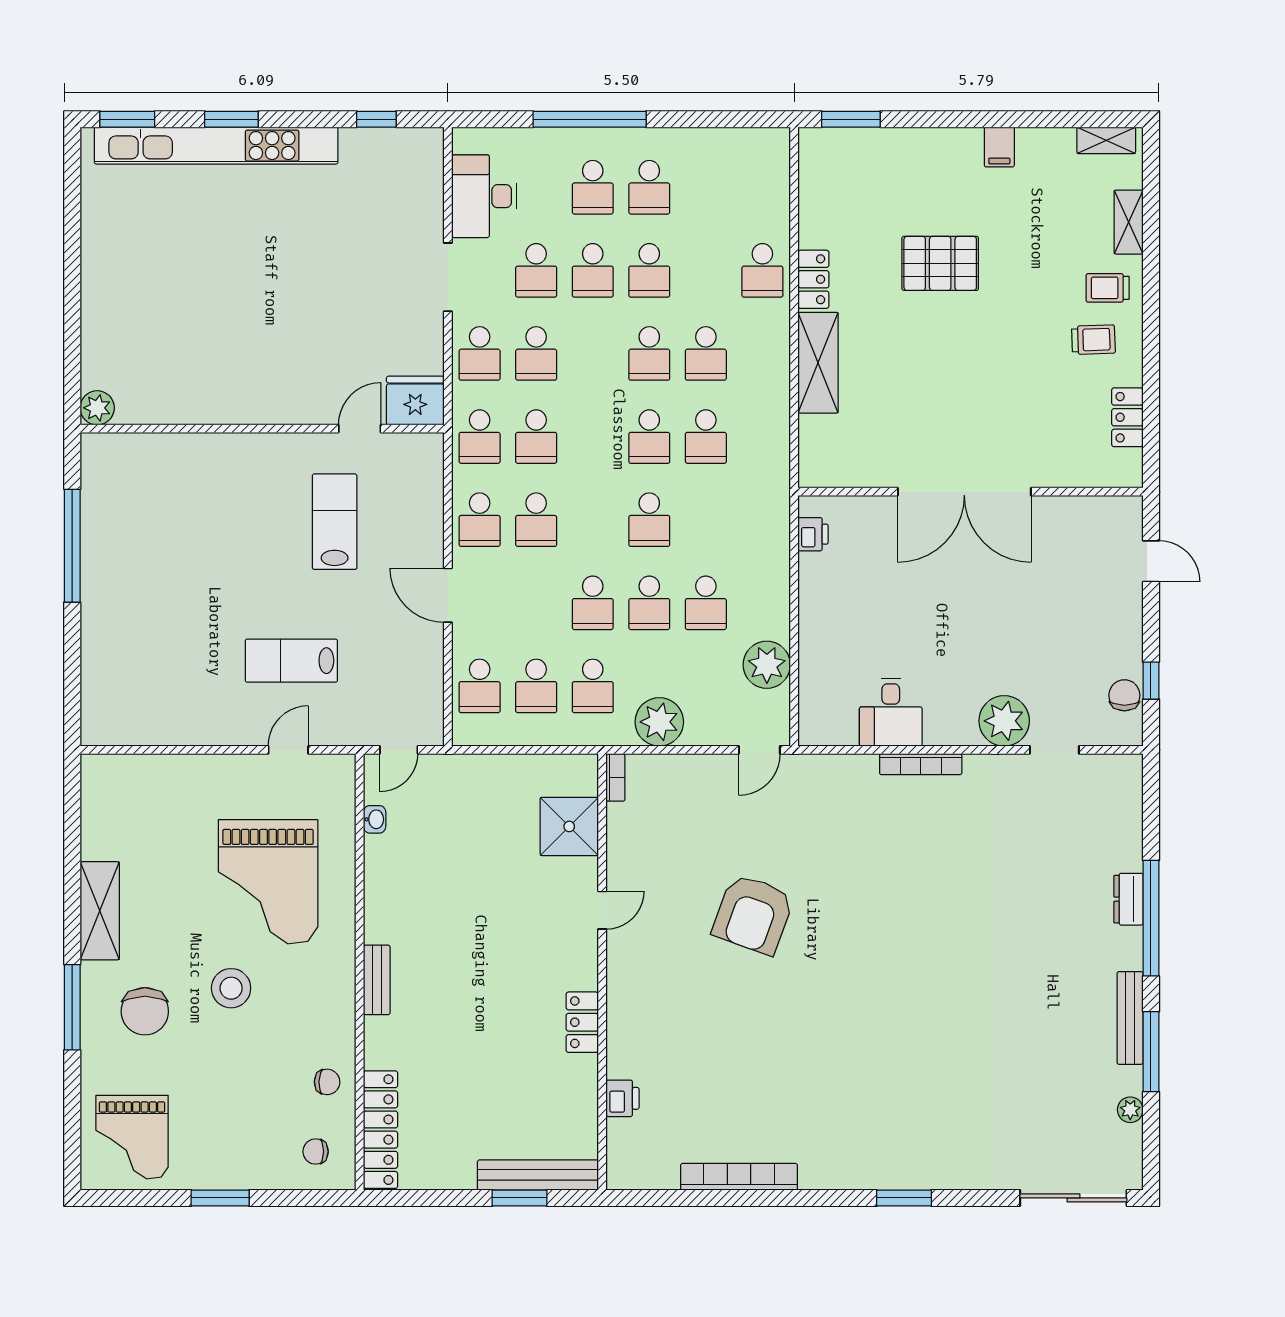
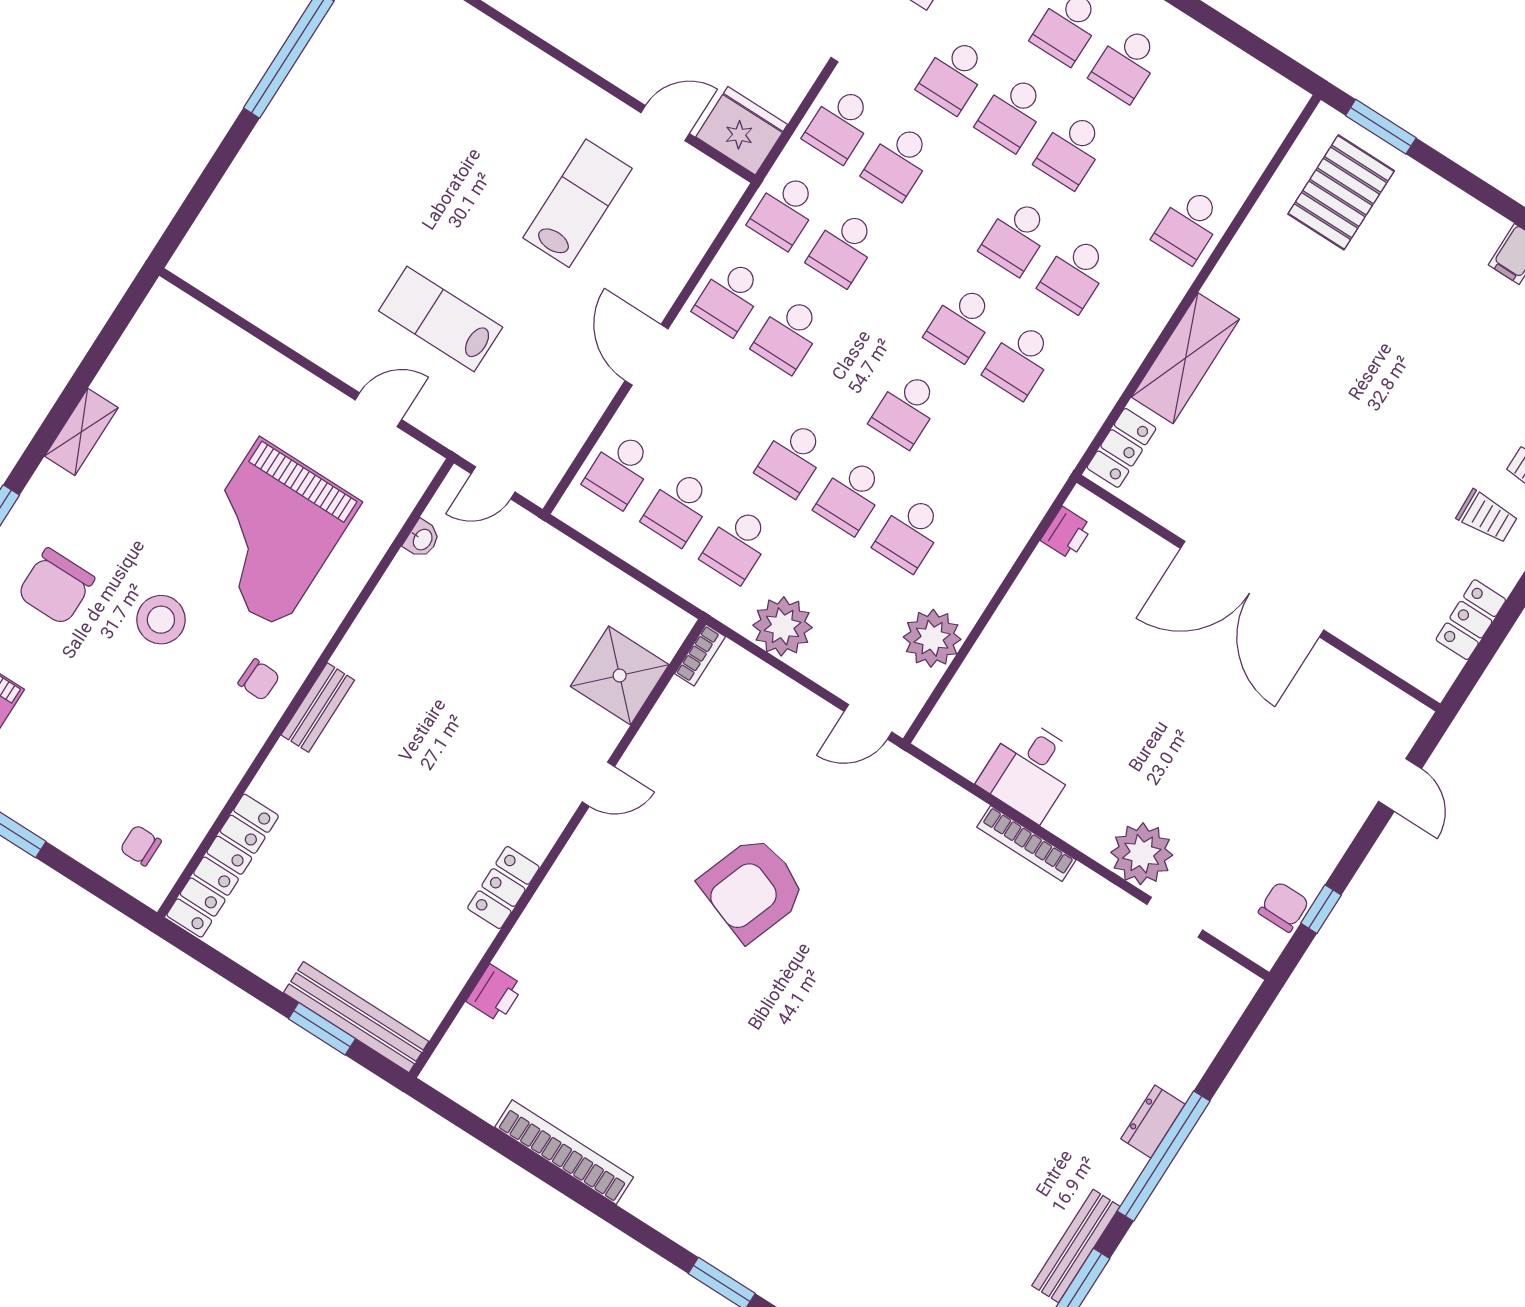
pallet: (940, 263) -> (1341, 192), moved, turned 90
locker: (813, 279) -> (1122, 448), moved
shelving: (100, 911) -> (81, 432), width x0.67, depth x0.75
chair: (327, 1082) -> (259, 680), moved

